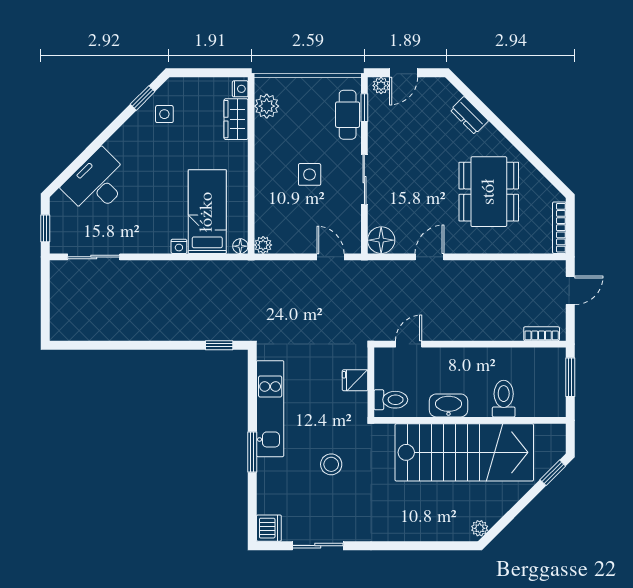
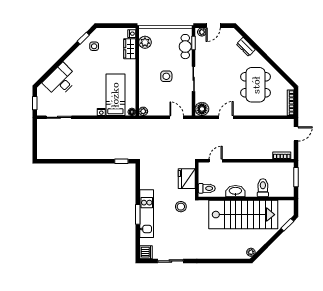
fridge: (355, 380) -> (187, 179), width x1.88, depth x1.34
kitchen unit: (270, 409) -> (147, 214), moved
stool: (331, 464) -> (181, 207), moved

